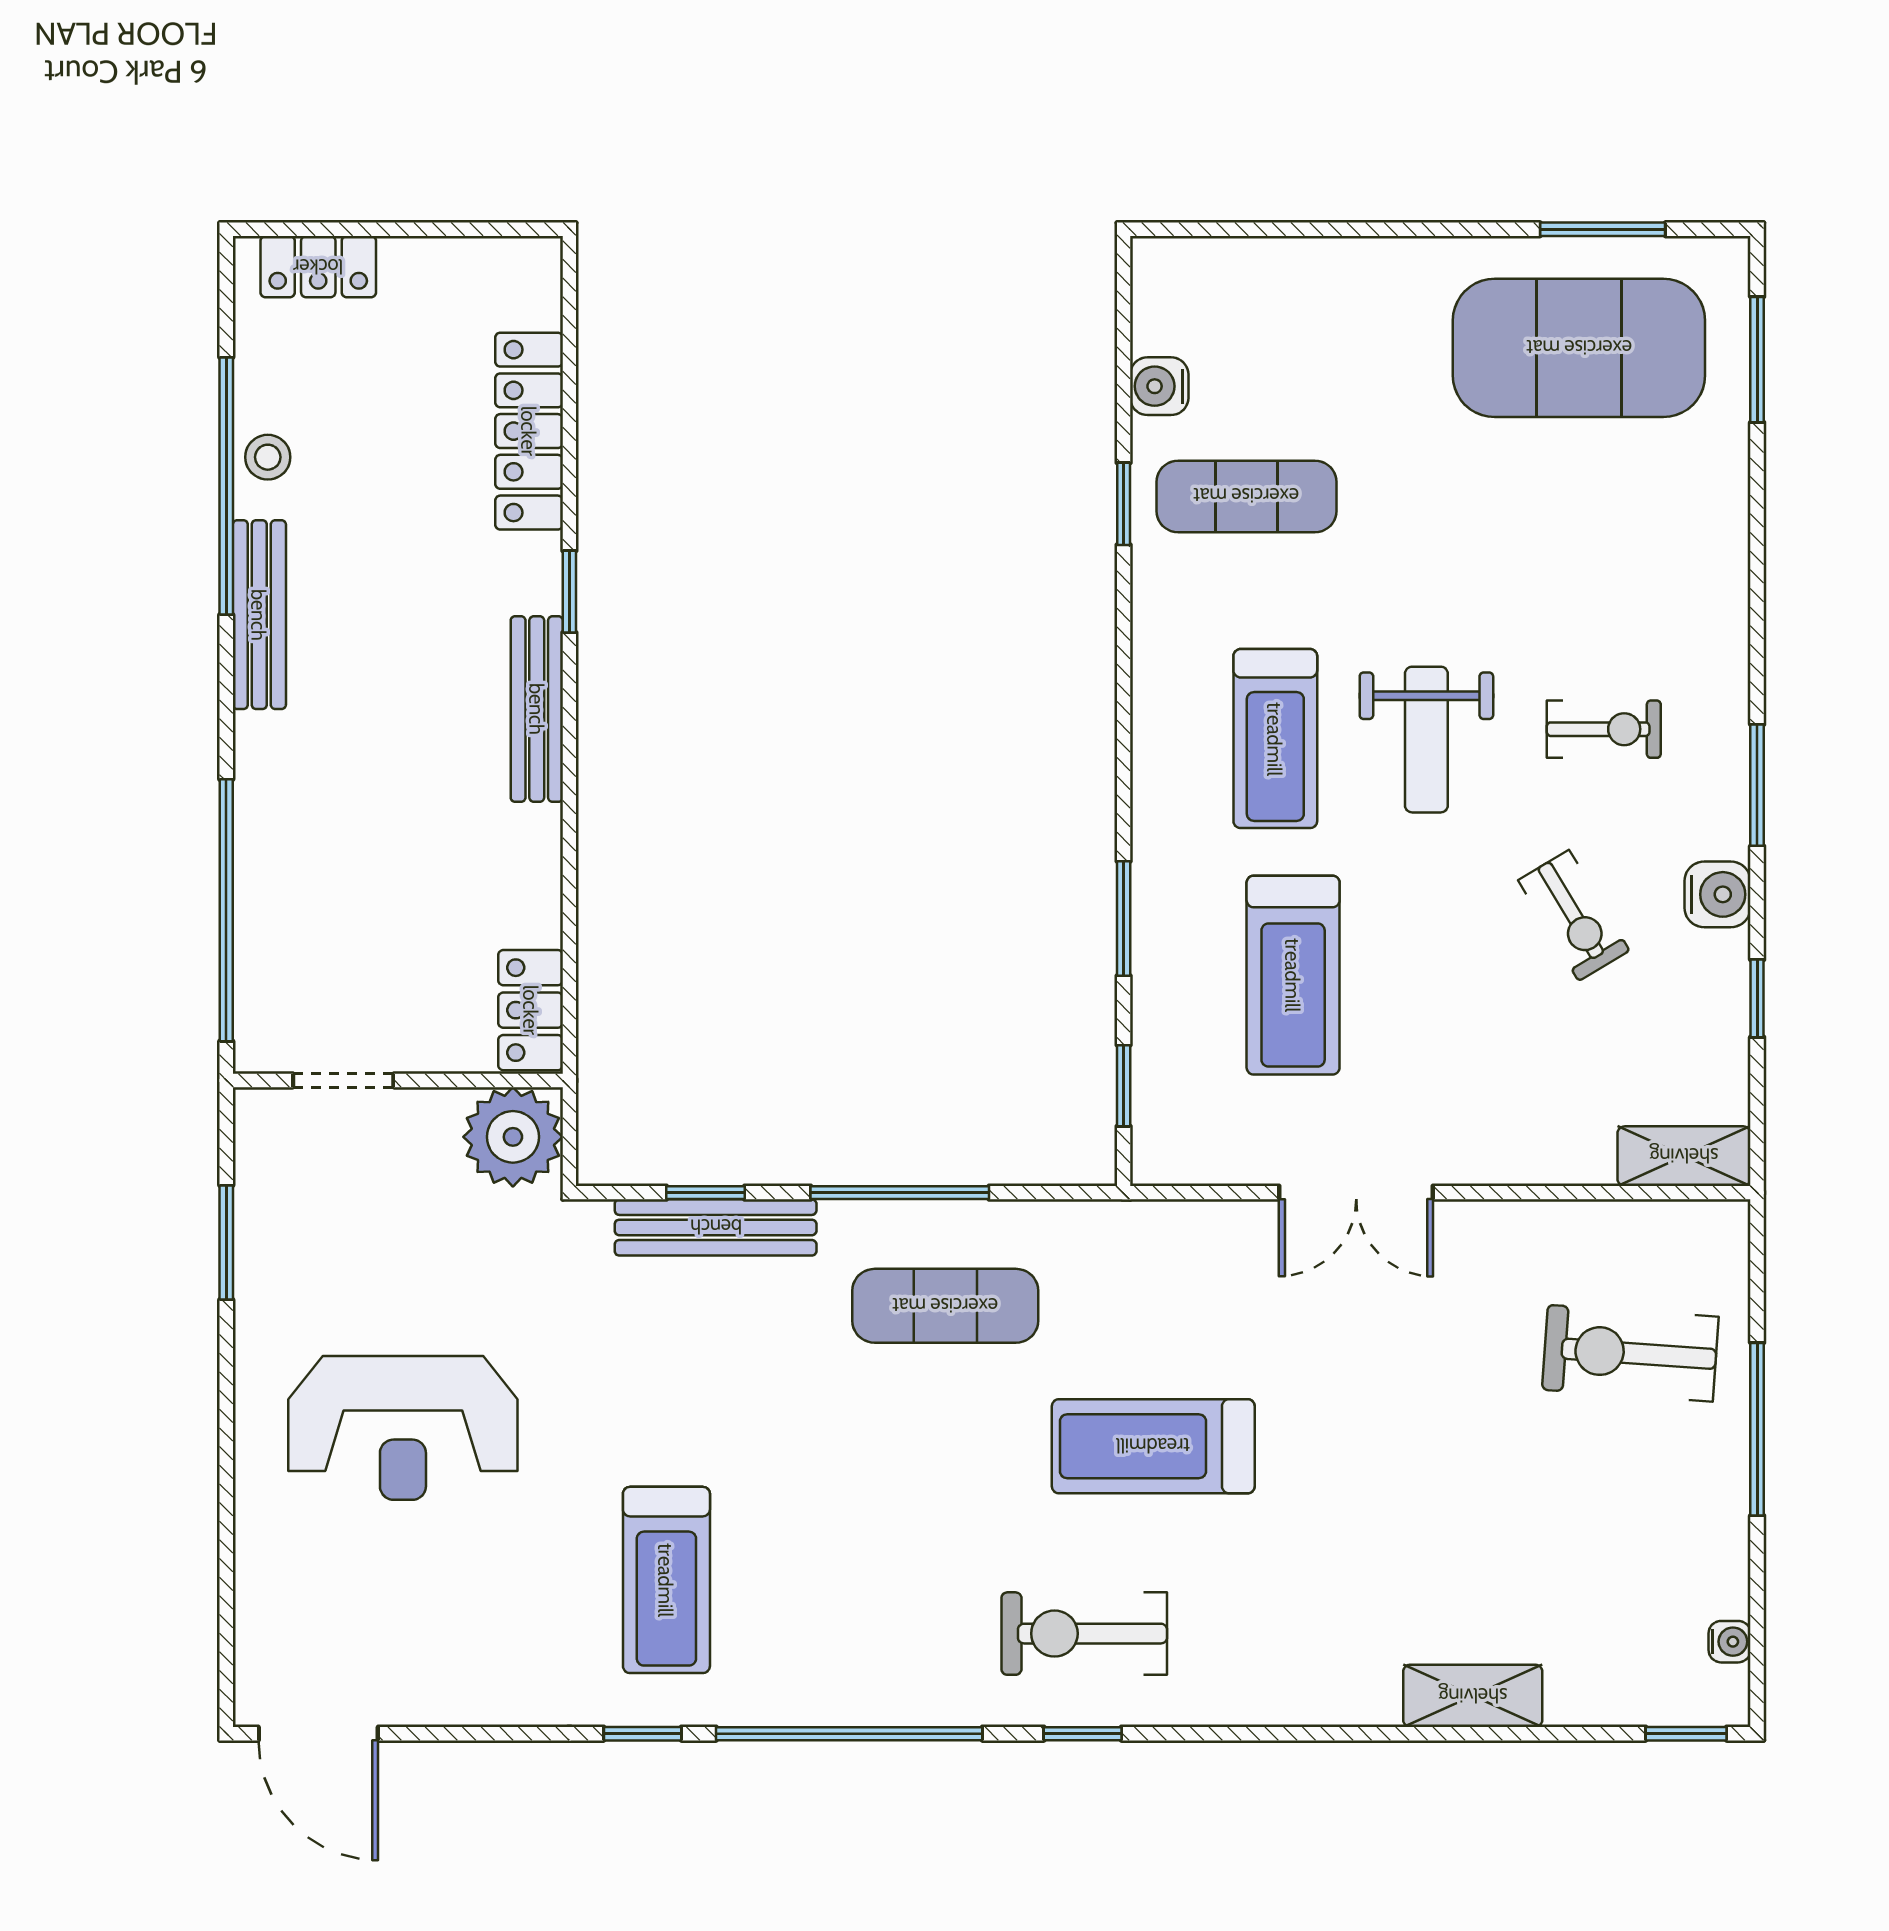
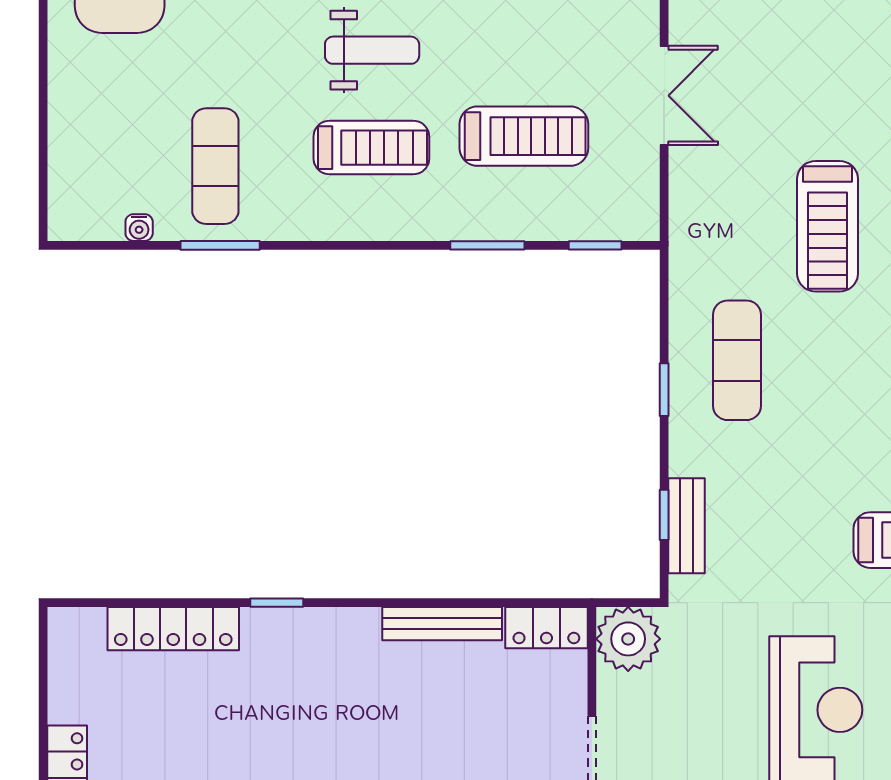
water cooler: (1159, 386) -> (139, 228), width x0.72, depth x0.72
window: (1124, 504) -> (220, 245), width x1.50
bench: (537, 709) -> (442, 624), moved
window: (900, 1193) -> (664, 390), width x0.46
bench: (716, 1227) -> (687, 526), width x0.73

